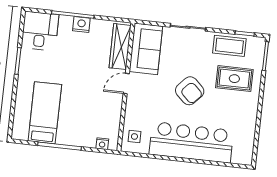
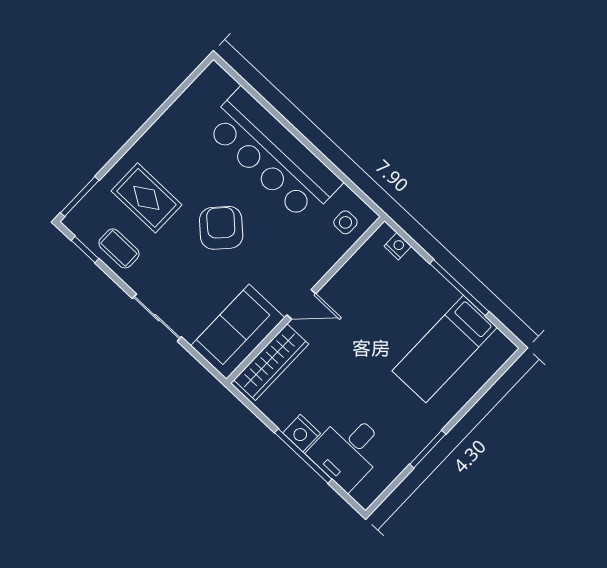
desk: (40, 31) -> (348, 451), moved
coffee table: (229, 46) -> (119, 248), width x0.73, depth x0.77

